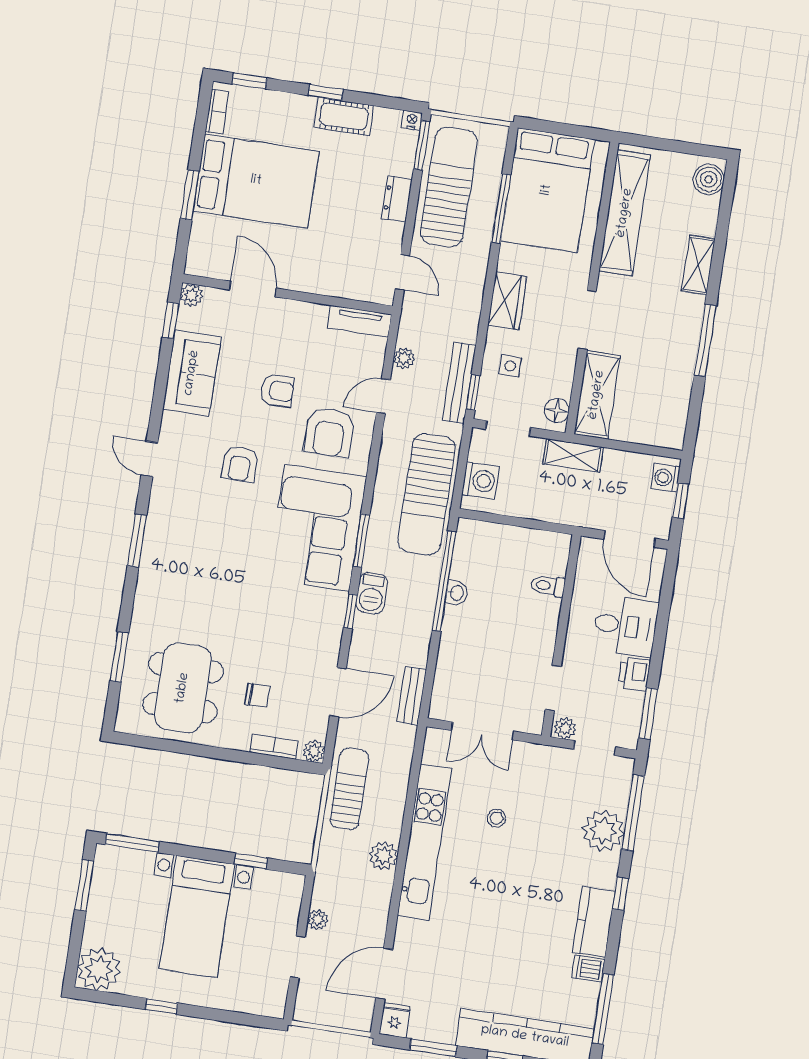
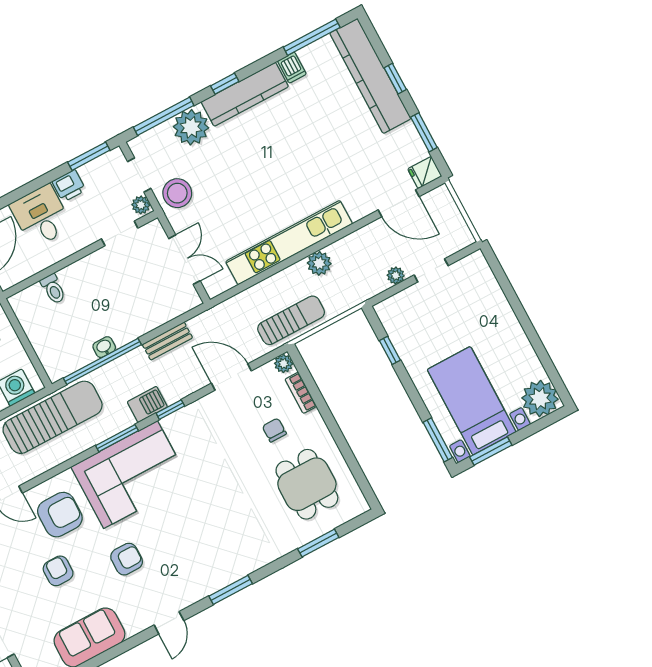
dining table: (183, 688) -> (307, 484), width x0.73
bench: (412, 696) -> (167, 341), moved
sun lounger: (349, 789) -> (291, 320), turned 180
stool: (496, 818) -> (177, 193), moved, width x1.89, depth x1.89
bed with nightstands: (197, 917) -> (472, 401), moved, turned -90
kitchen counter: (594, 922) -> (245, 94), width x1.50
window: (162, 1006) -> (533, 337), removed

